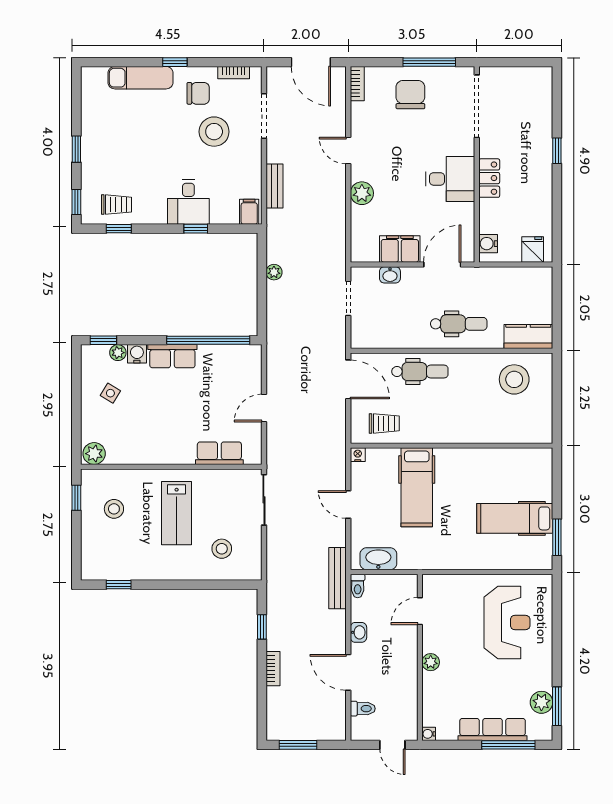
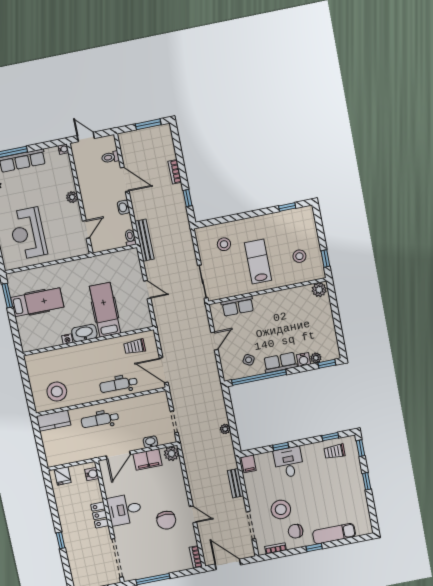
chair: (410, 95) -> (166, 520), moved
plant: (362, 193) -> (172, 454), moved
side table: (110, 393) -> (249, 360), moved
nightstand: (358, 455) -> (67, 339), moved
washbasin: (378, 559) -> (84, 333), moved, turned 180

